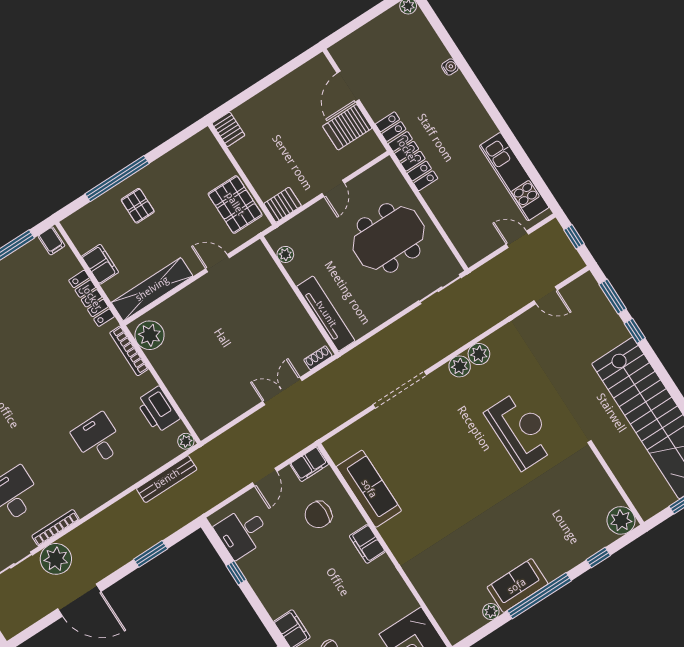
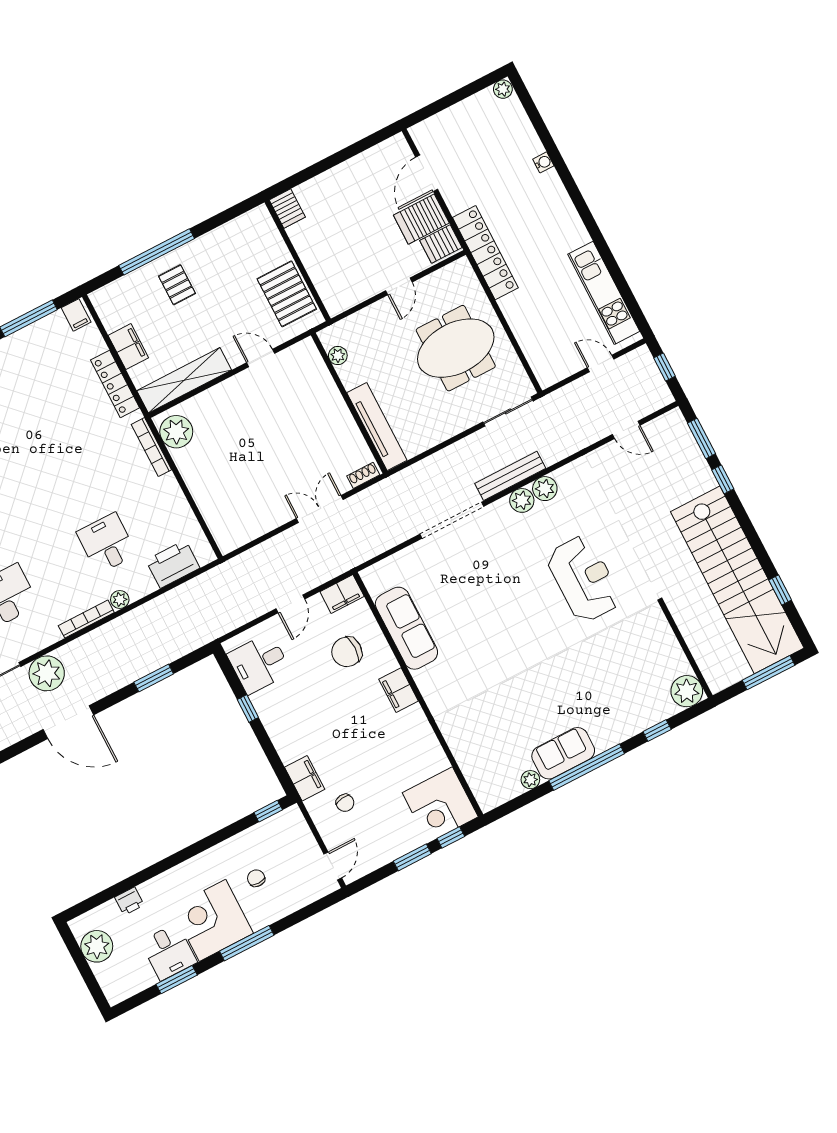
server rack: (283, 205) -> (441, 244), moved, turned 180
printer: (158, 410) -> (173, 564), moved, turned 90
plant: (186, 441) -> (120, 599), moved
bench: (167, 479) -> (510, 476), moved
bookcase: (56, 528) -> (86, 619), moved

